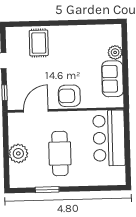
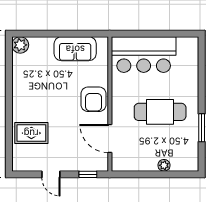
plant: (115, 52) -> (20, 45), moved
plant: (18, 153) -> (164, 165), width x0.53, depth x0.53

